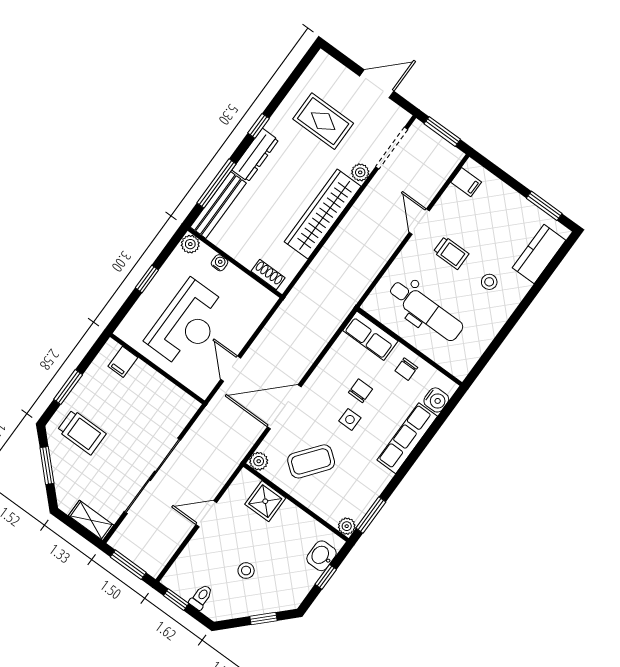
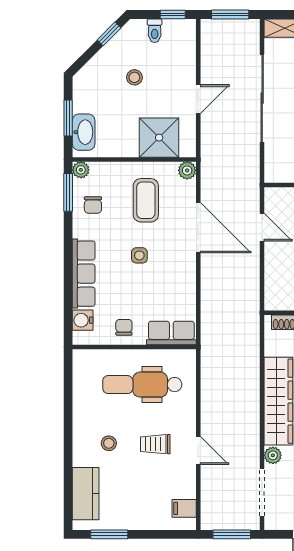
chair: (360, 391) -> (93, 205), moved
door: (284, 407) -> (198, 228), hinge flipped
coffee table: (311, 461) -> (146, 200), turned -38
shower: (265, 501) -> (159, 138), width x1.36, depth x1.36
washbasin: (322, 556) -> (84, 132), width x1.38
window: (326, 577) -> (68, 118), width x1.50
window: (263, 619) -> (109, 34), moved

